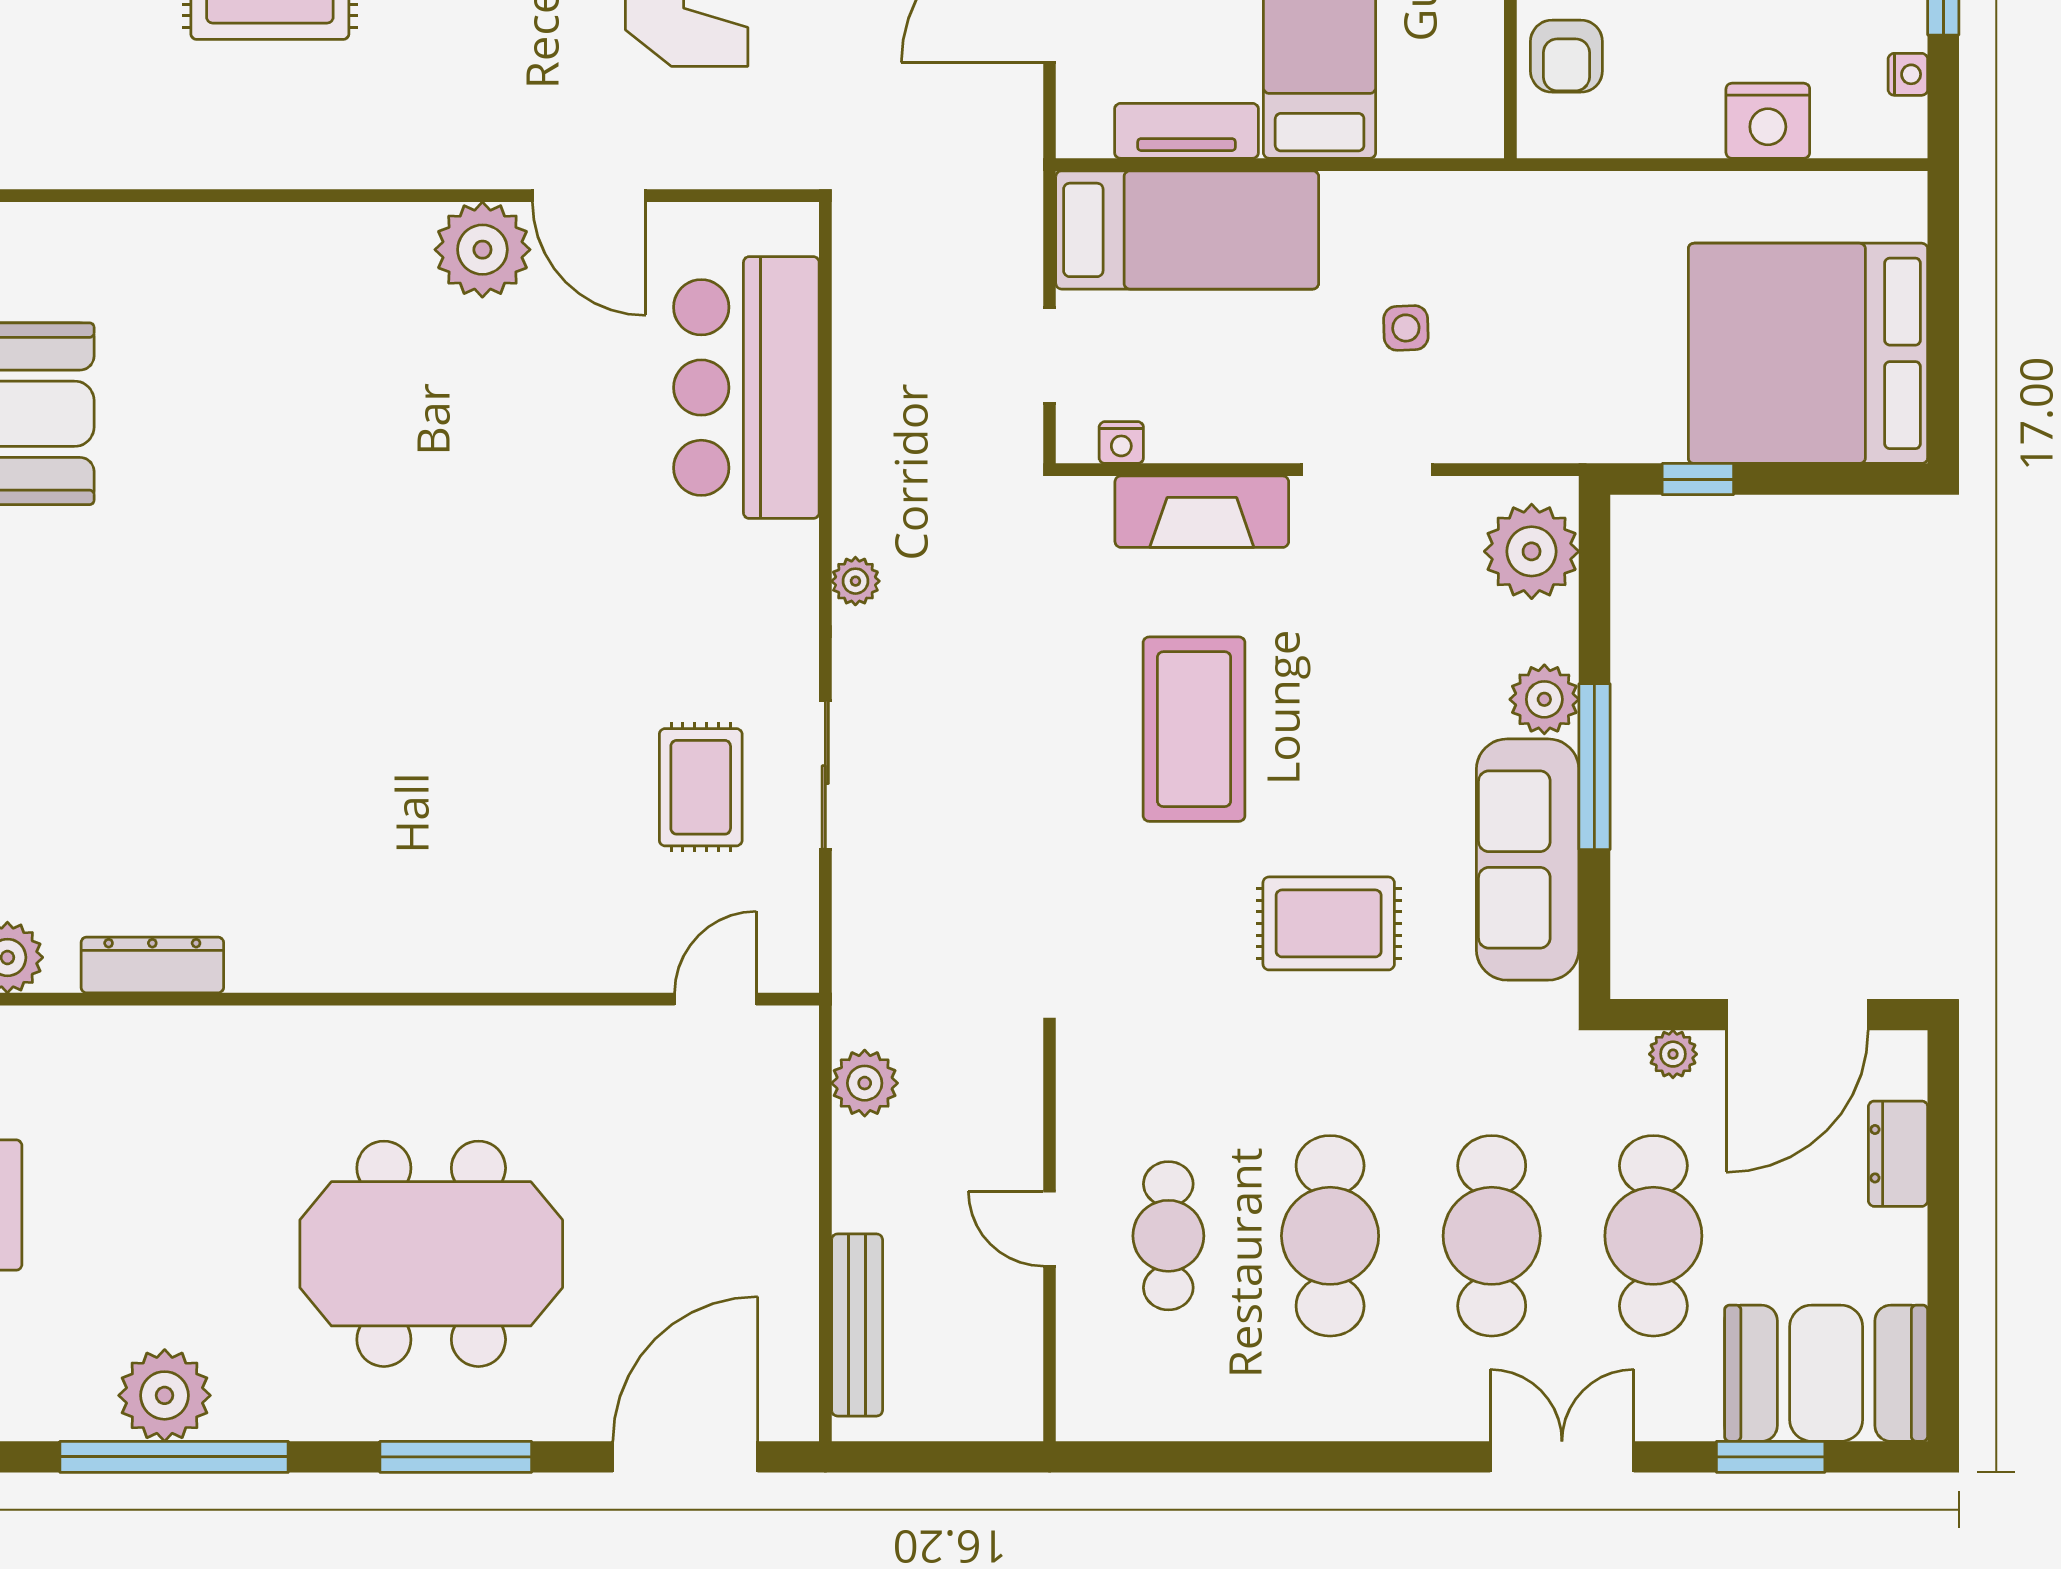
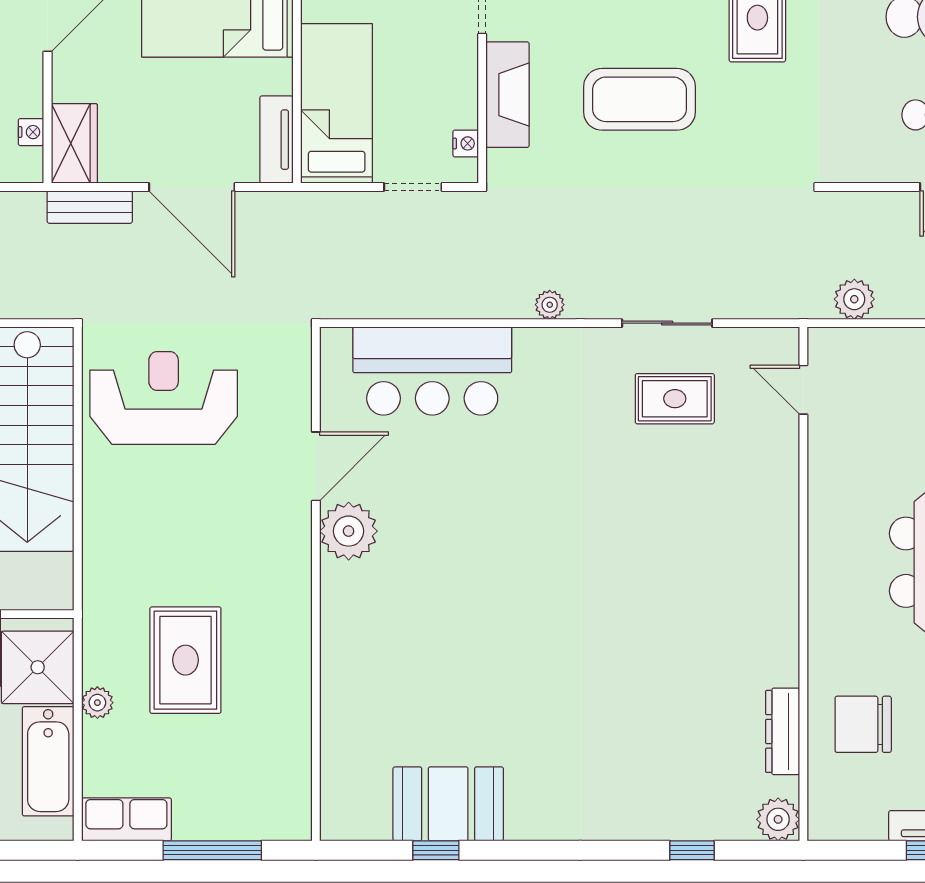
tv unit: (1187, 131) -> (276, 140), moved
chair: (164, 1098) -> (863, 724), added

